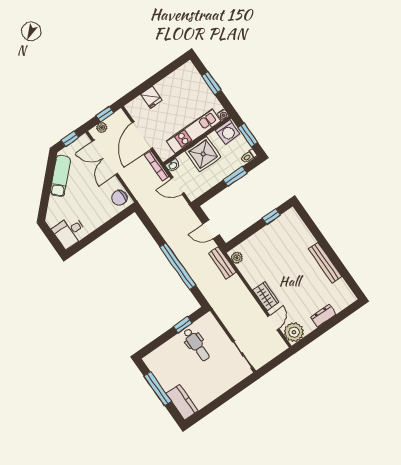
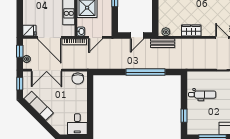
fridge: (151, 97) -> (29, 31), moved
wardrobe: (266, 296) -> (191, 31), moved
window: (183, 325) -> (184, 116), moved

